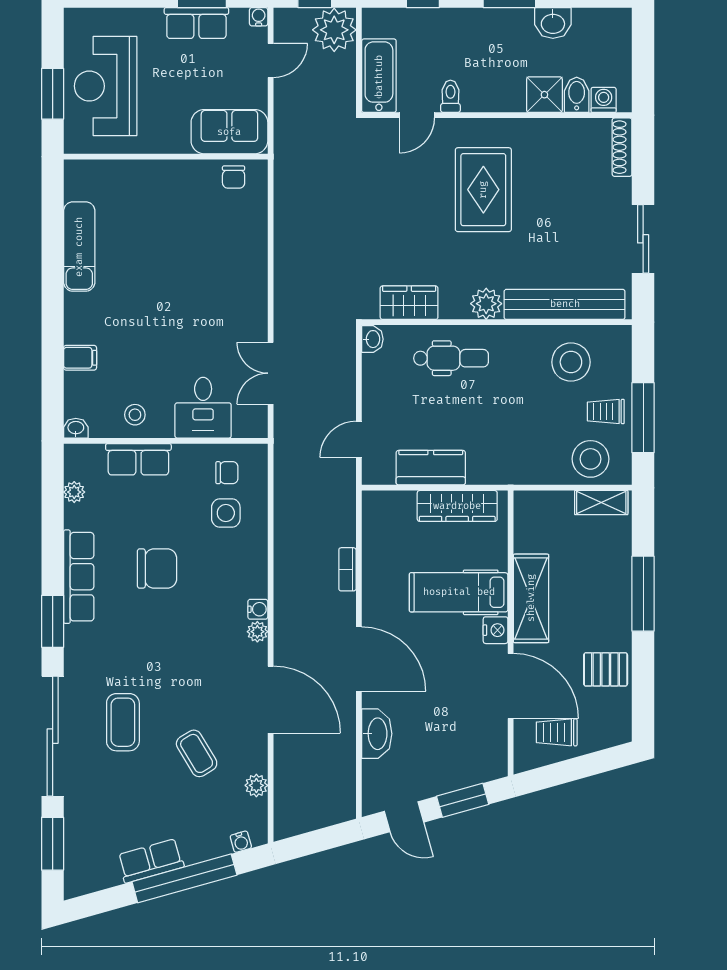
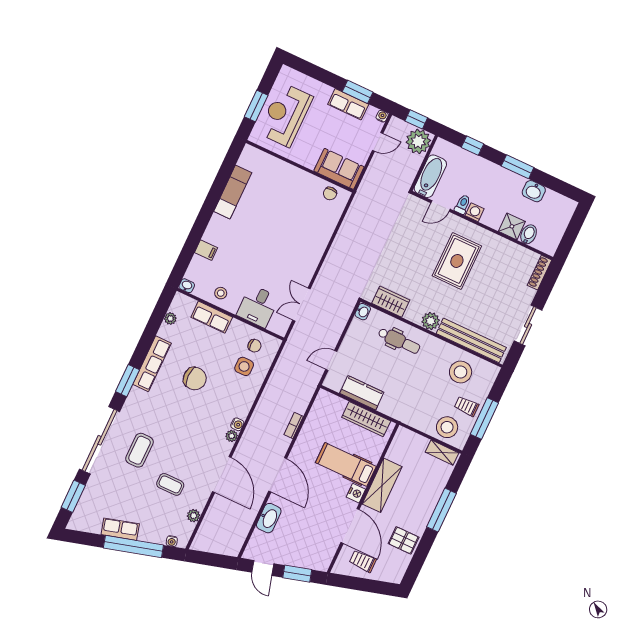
washing machine: (604, 100) -> (475, 212), moved
coffee table: (197, 753) -> (170, 484), turned -59

